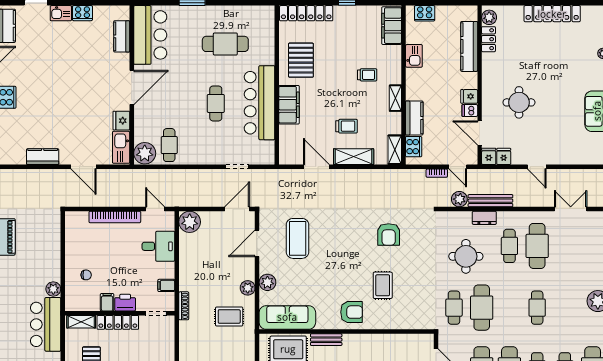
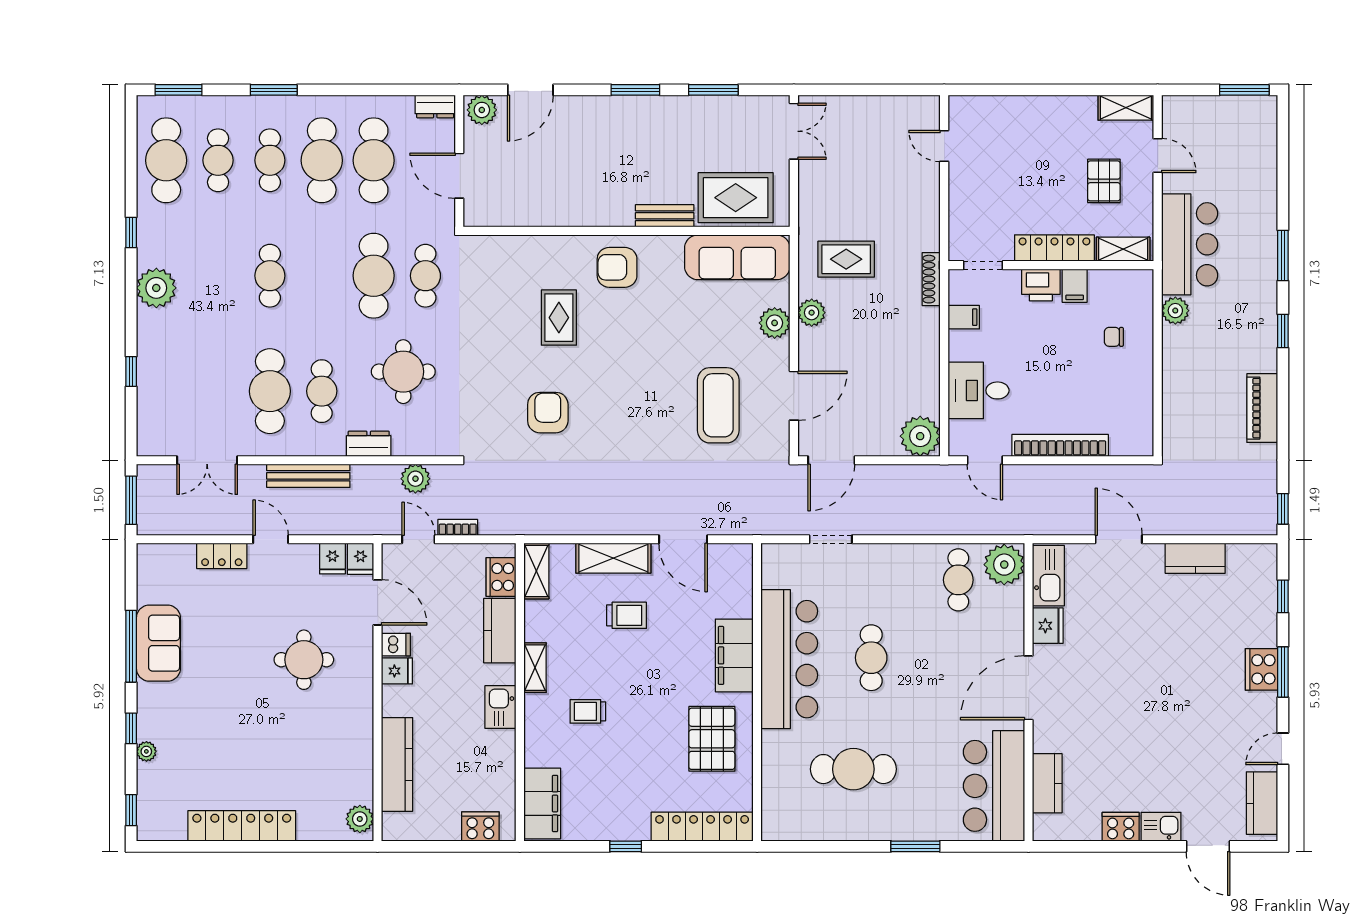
locker: (488, 39) -> (222, 556), moved, turned -90
kitchen sink: (414, 56) -> (500, 707), moved
trolley: (347, 126) -> (627, 615), turned 180
bench: (490, 201) -> (308, 476), moved

